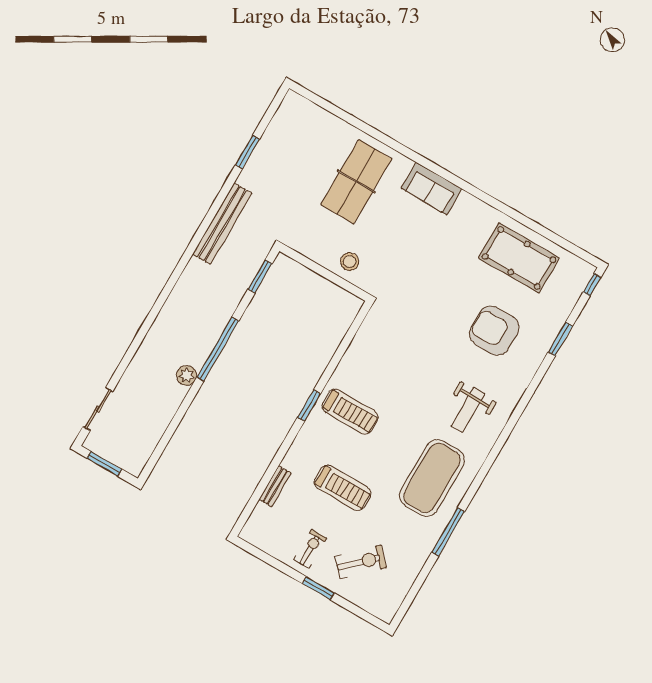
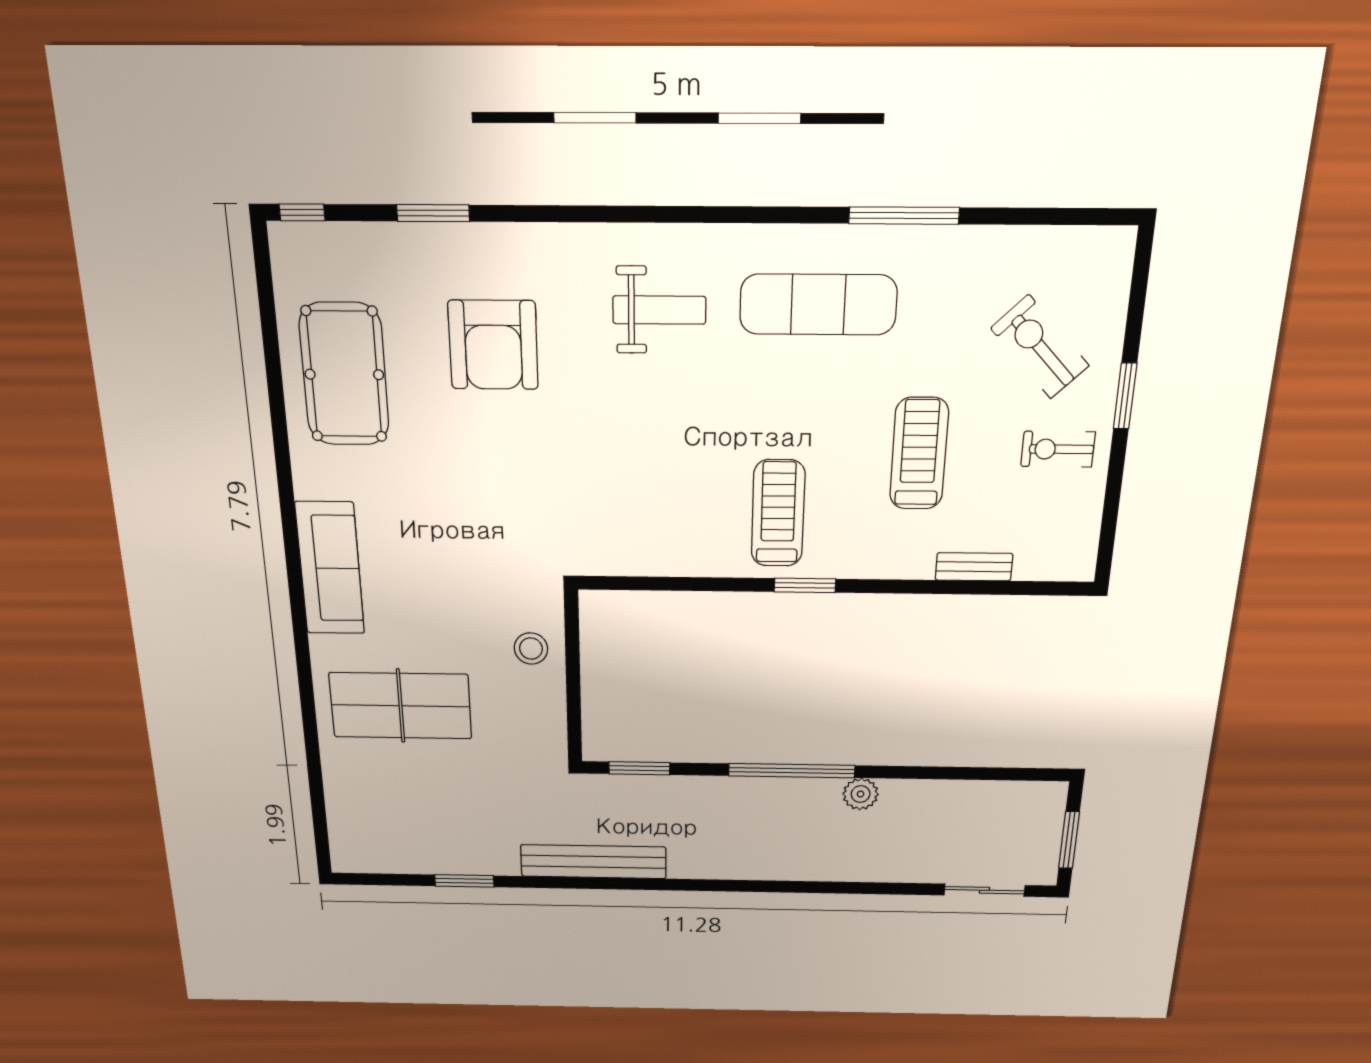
sofa: (431, 188) -> (330, 568), width x1.36
exercise mat: (432, 478) -> (818, 305), width x0.68

